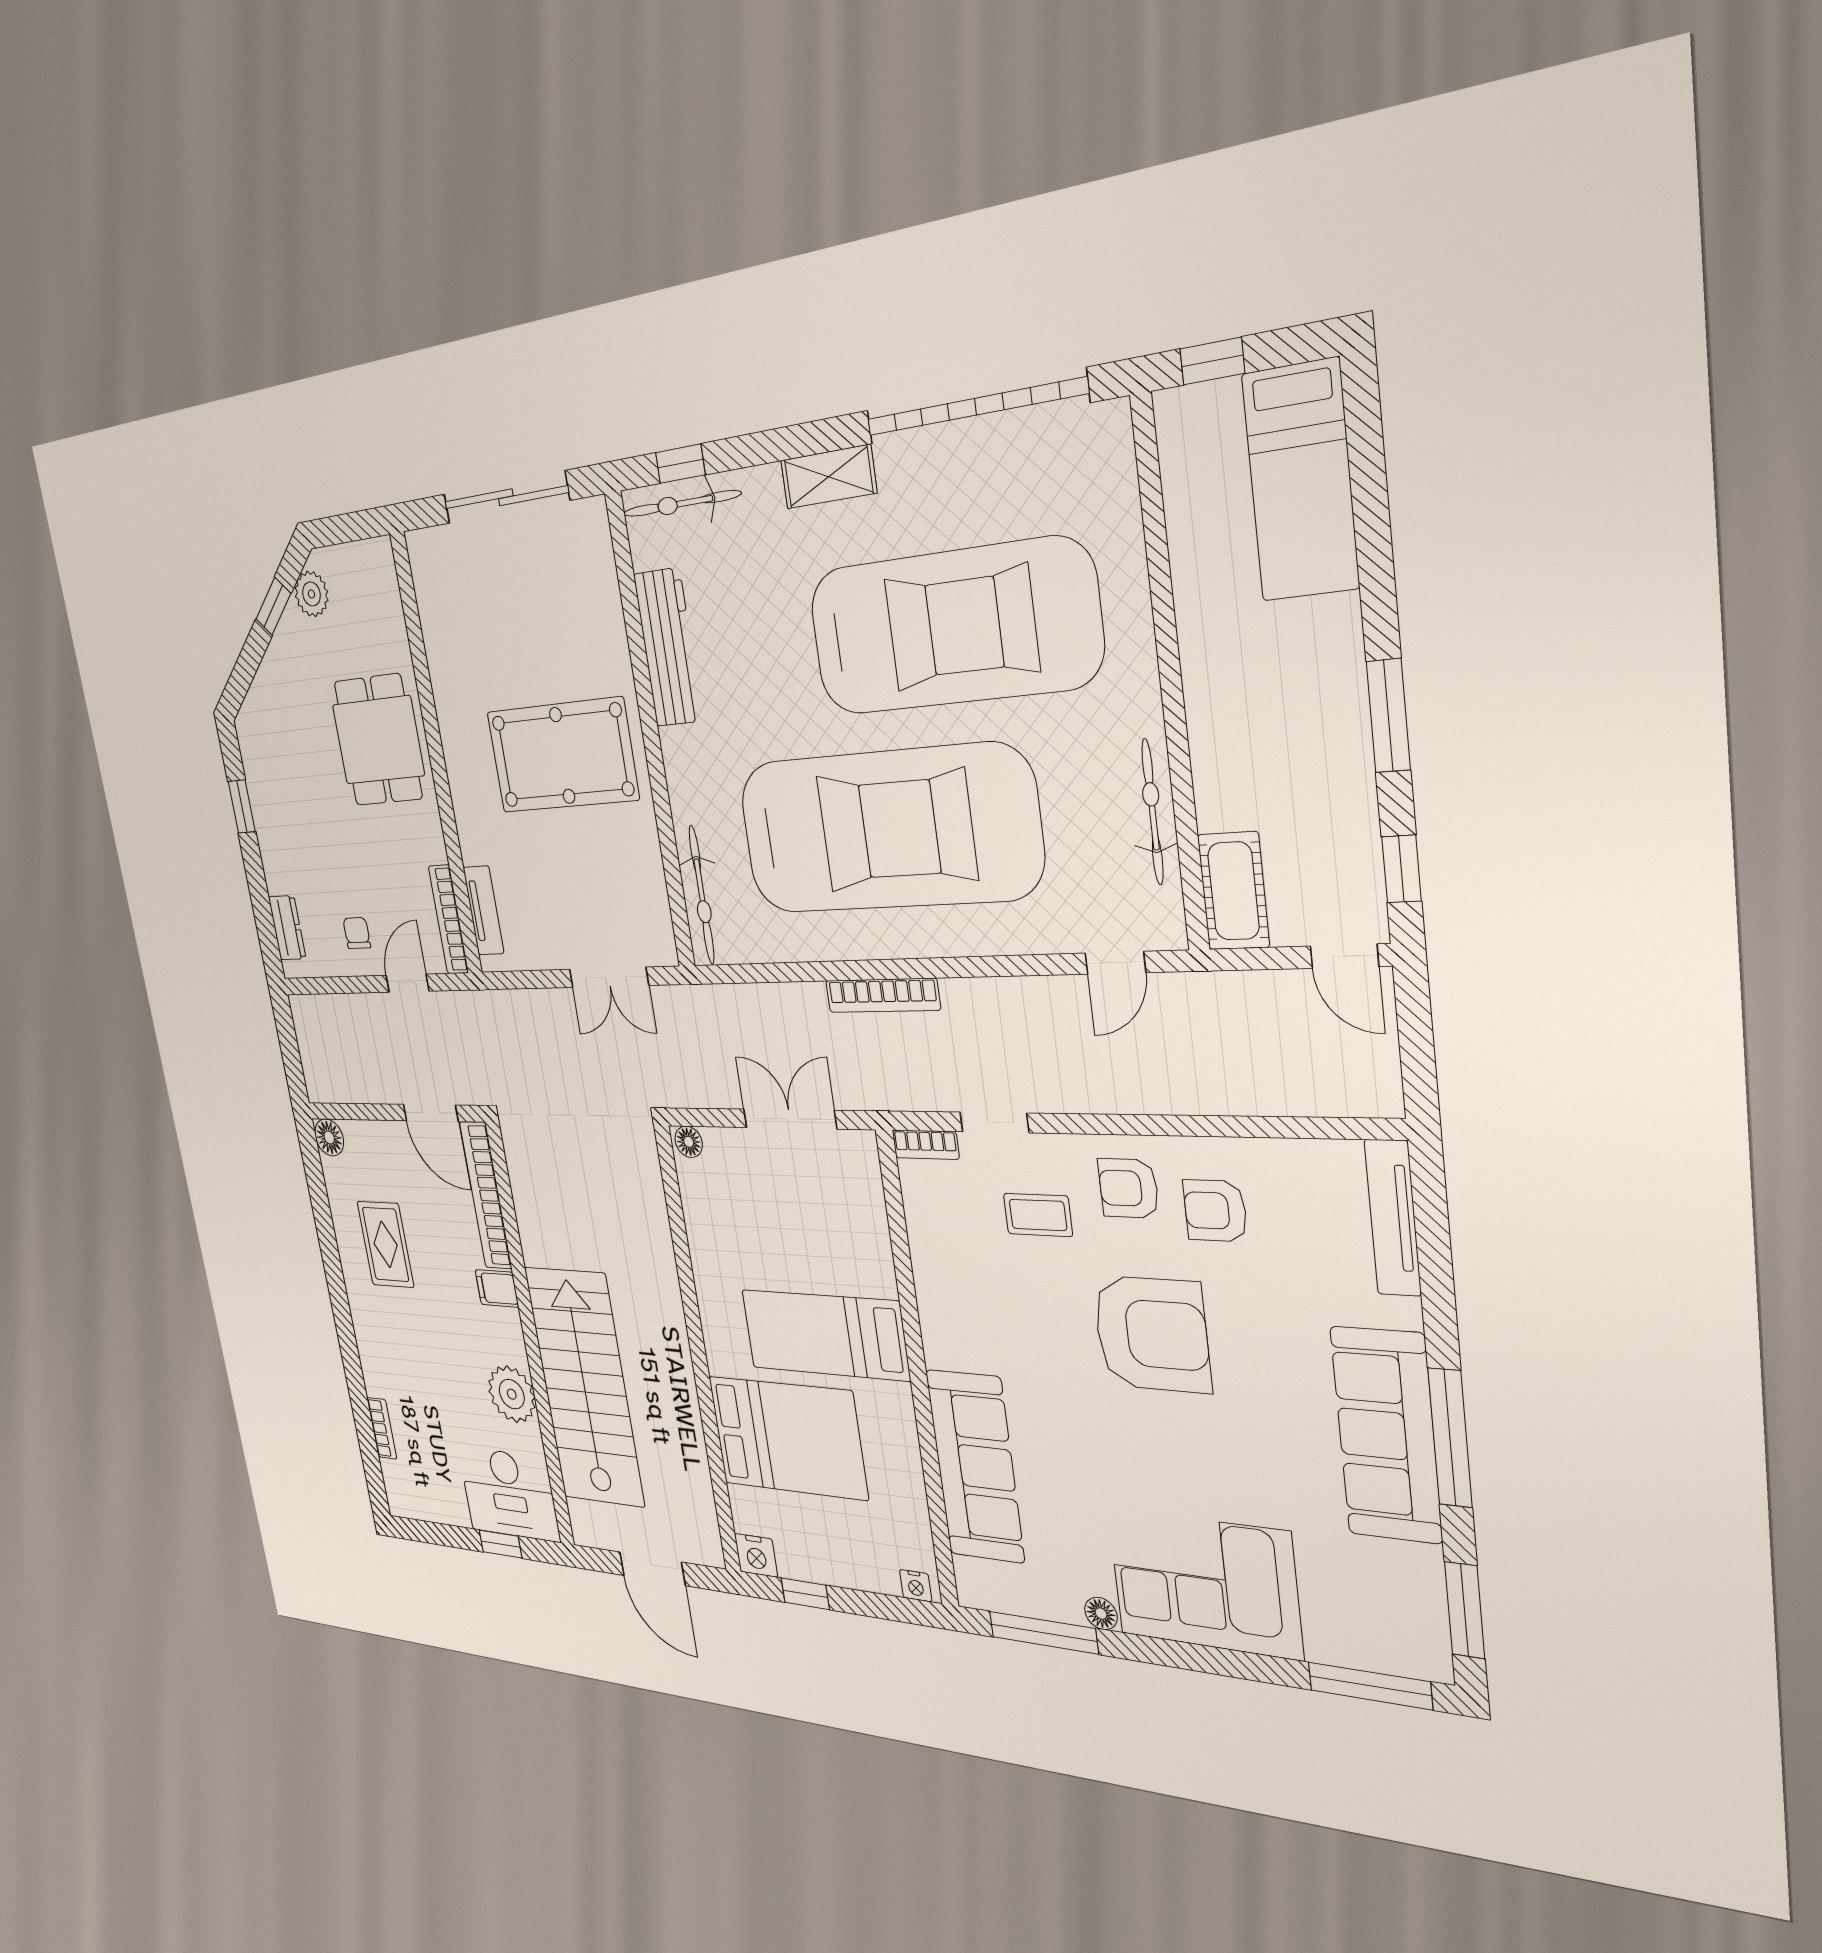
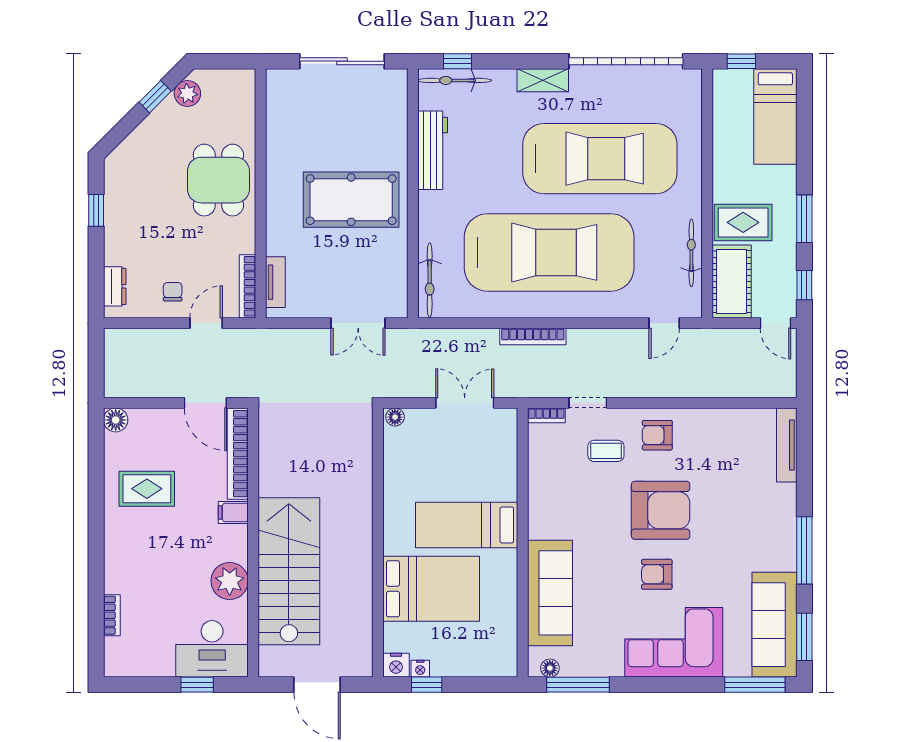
rug: (1253, 736) -> (743, 222), added
cot: (1234, 891) -> (732, 281), width x1.37, depth x1.34
armchair: (1215, 1211) -> (657, 574), moved
rug: (386, 1244) -> (147, 489), turned 90
sofa: (1386, 1435) -> (774, 625), moved
nightstand: (916, 1586) -> (420, 669), moved
floor lamp: (1101, 1613) -> (550, 668), moved

